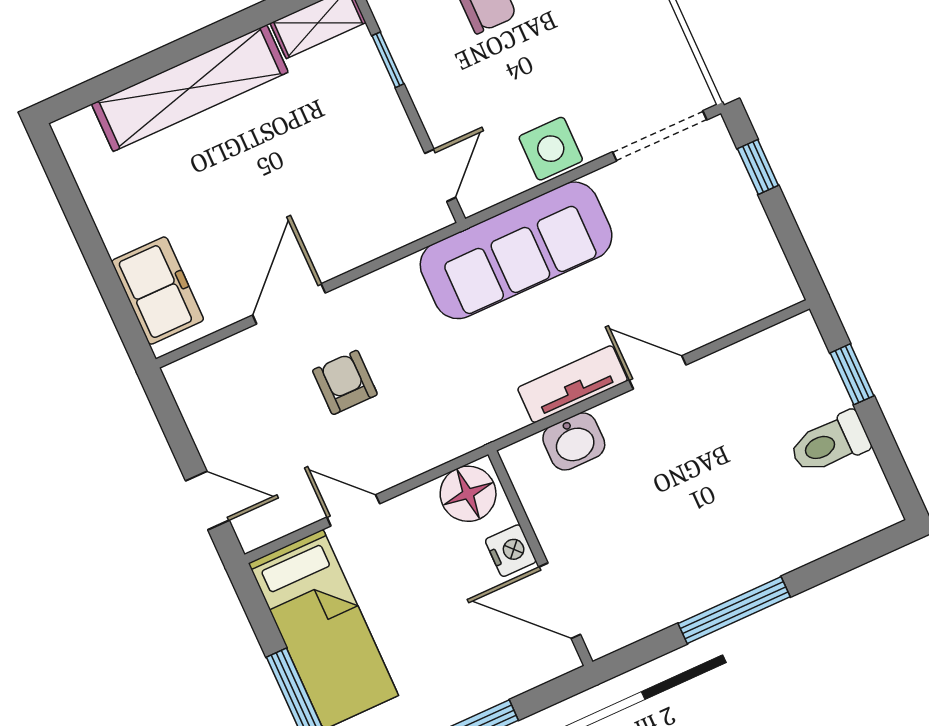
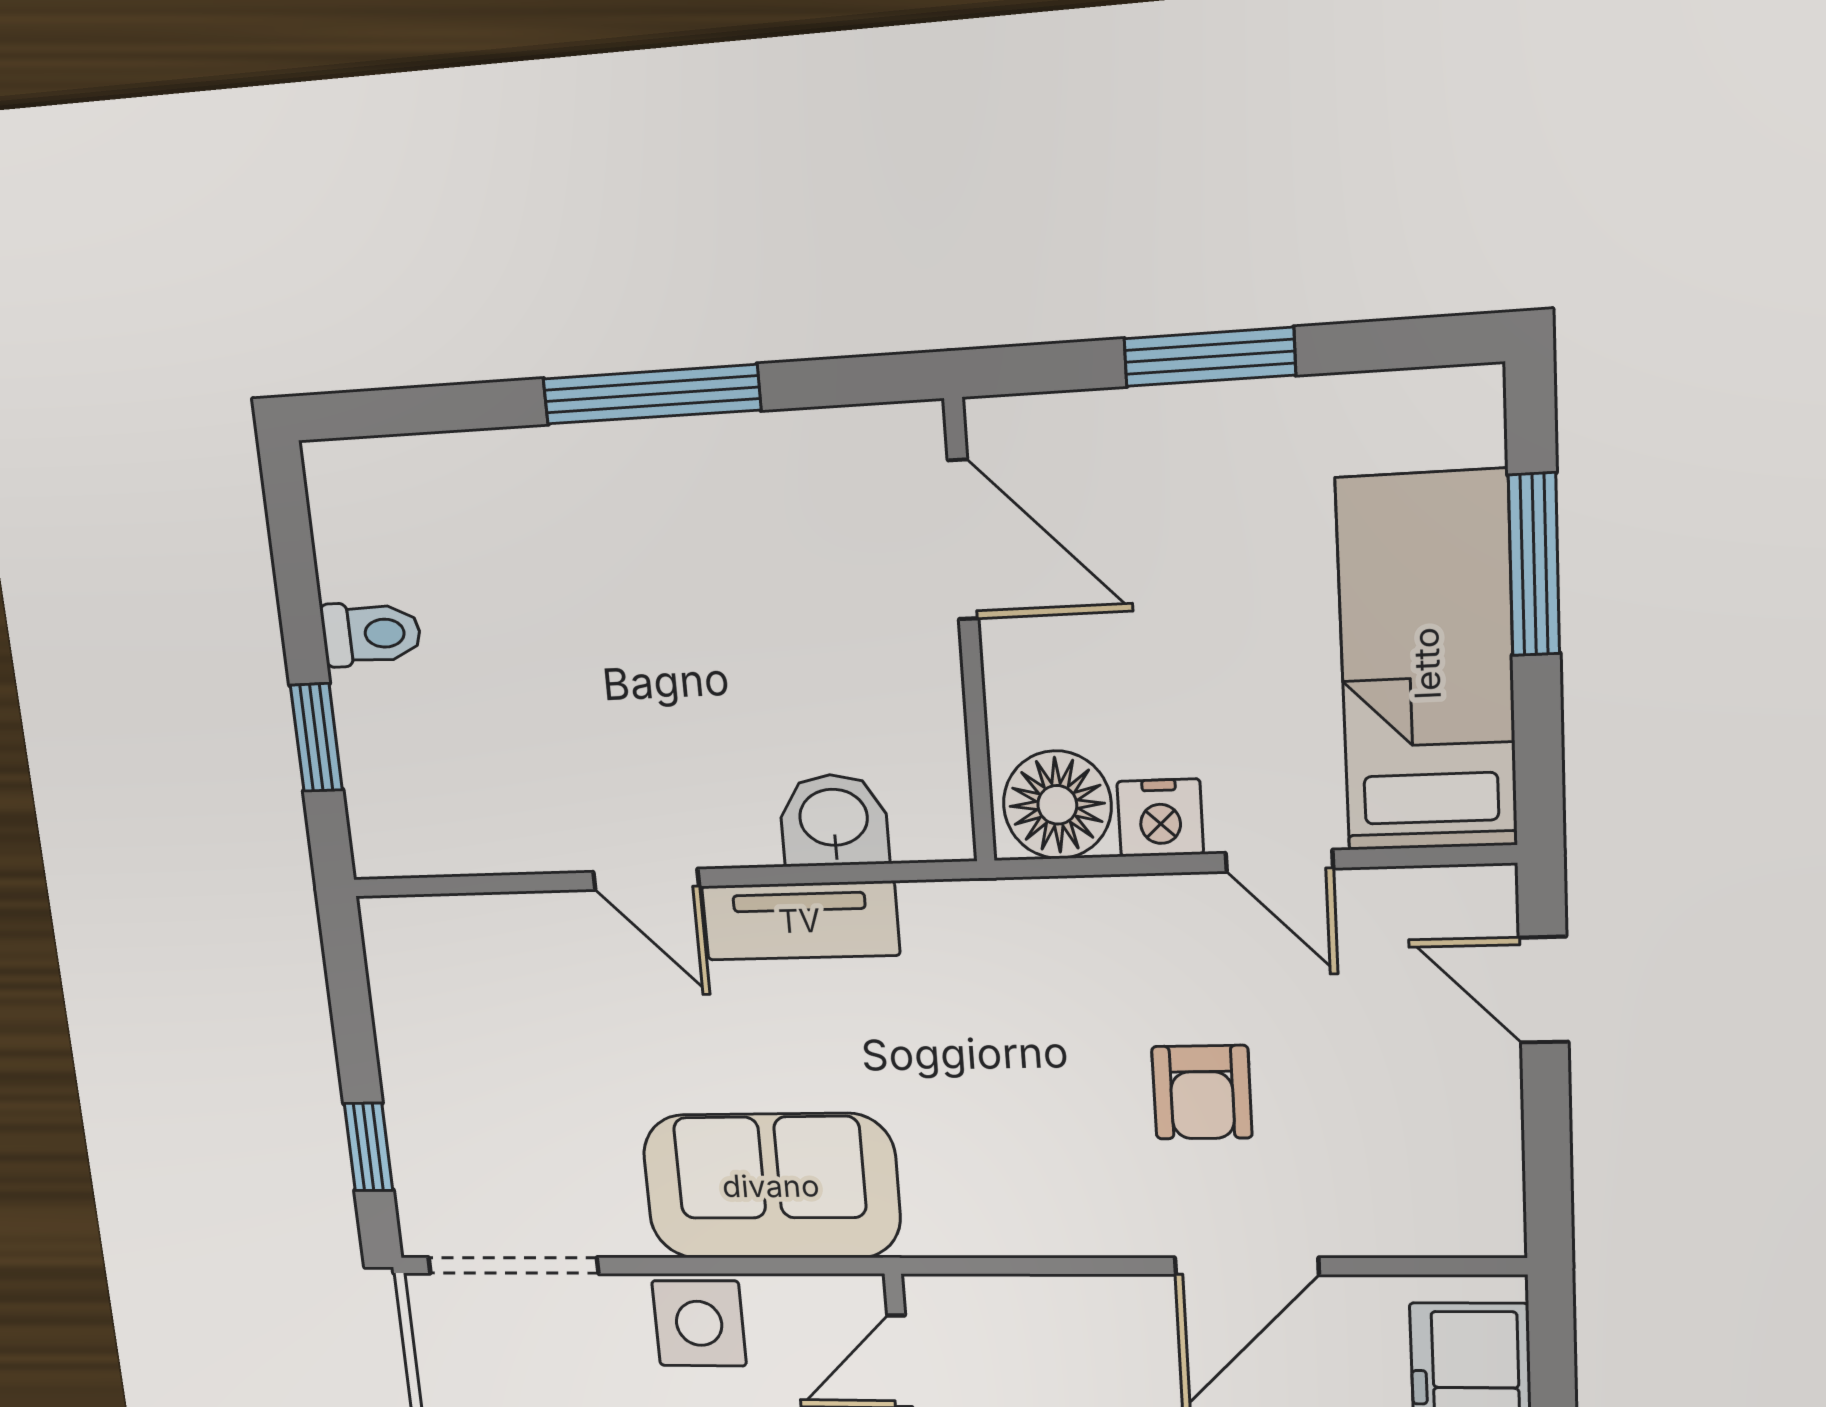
sofa: (516, 250) -> (771, 1186), width x0.73
toilet: (830, 443) -> (371, 634), width x0.73, depth x0.72
nightstand: (511, 551) -> (1160, 818), moved, turned -90

